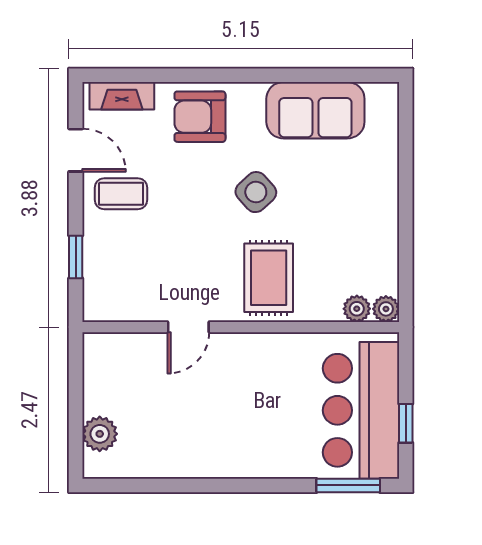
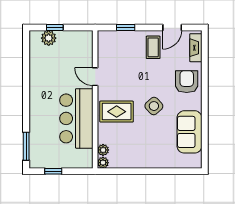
bar counter: (361, 410) -> (76, 118), moved, turned -90
window: (76, 420) -> (55, 28), added

